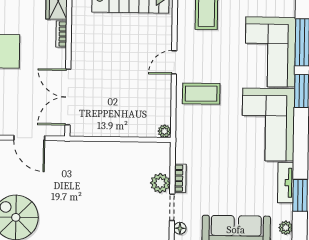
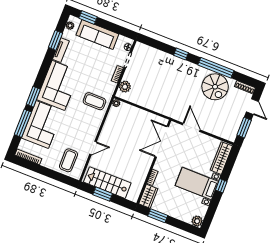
door: (174, 62) -> (93, 148), moved
coffee table: (201, 94) -> (94, 101), moved
double door: (68, 97) -> (162, 142), swing flipped
plant: (160, 183) -> (125, 87), moved

